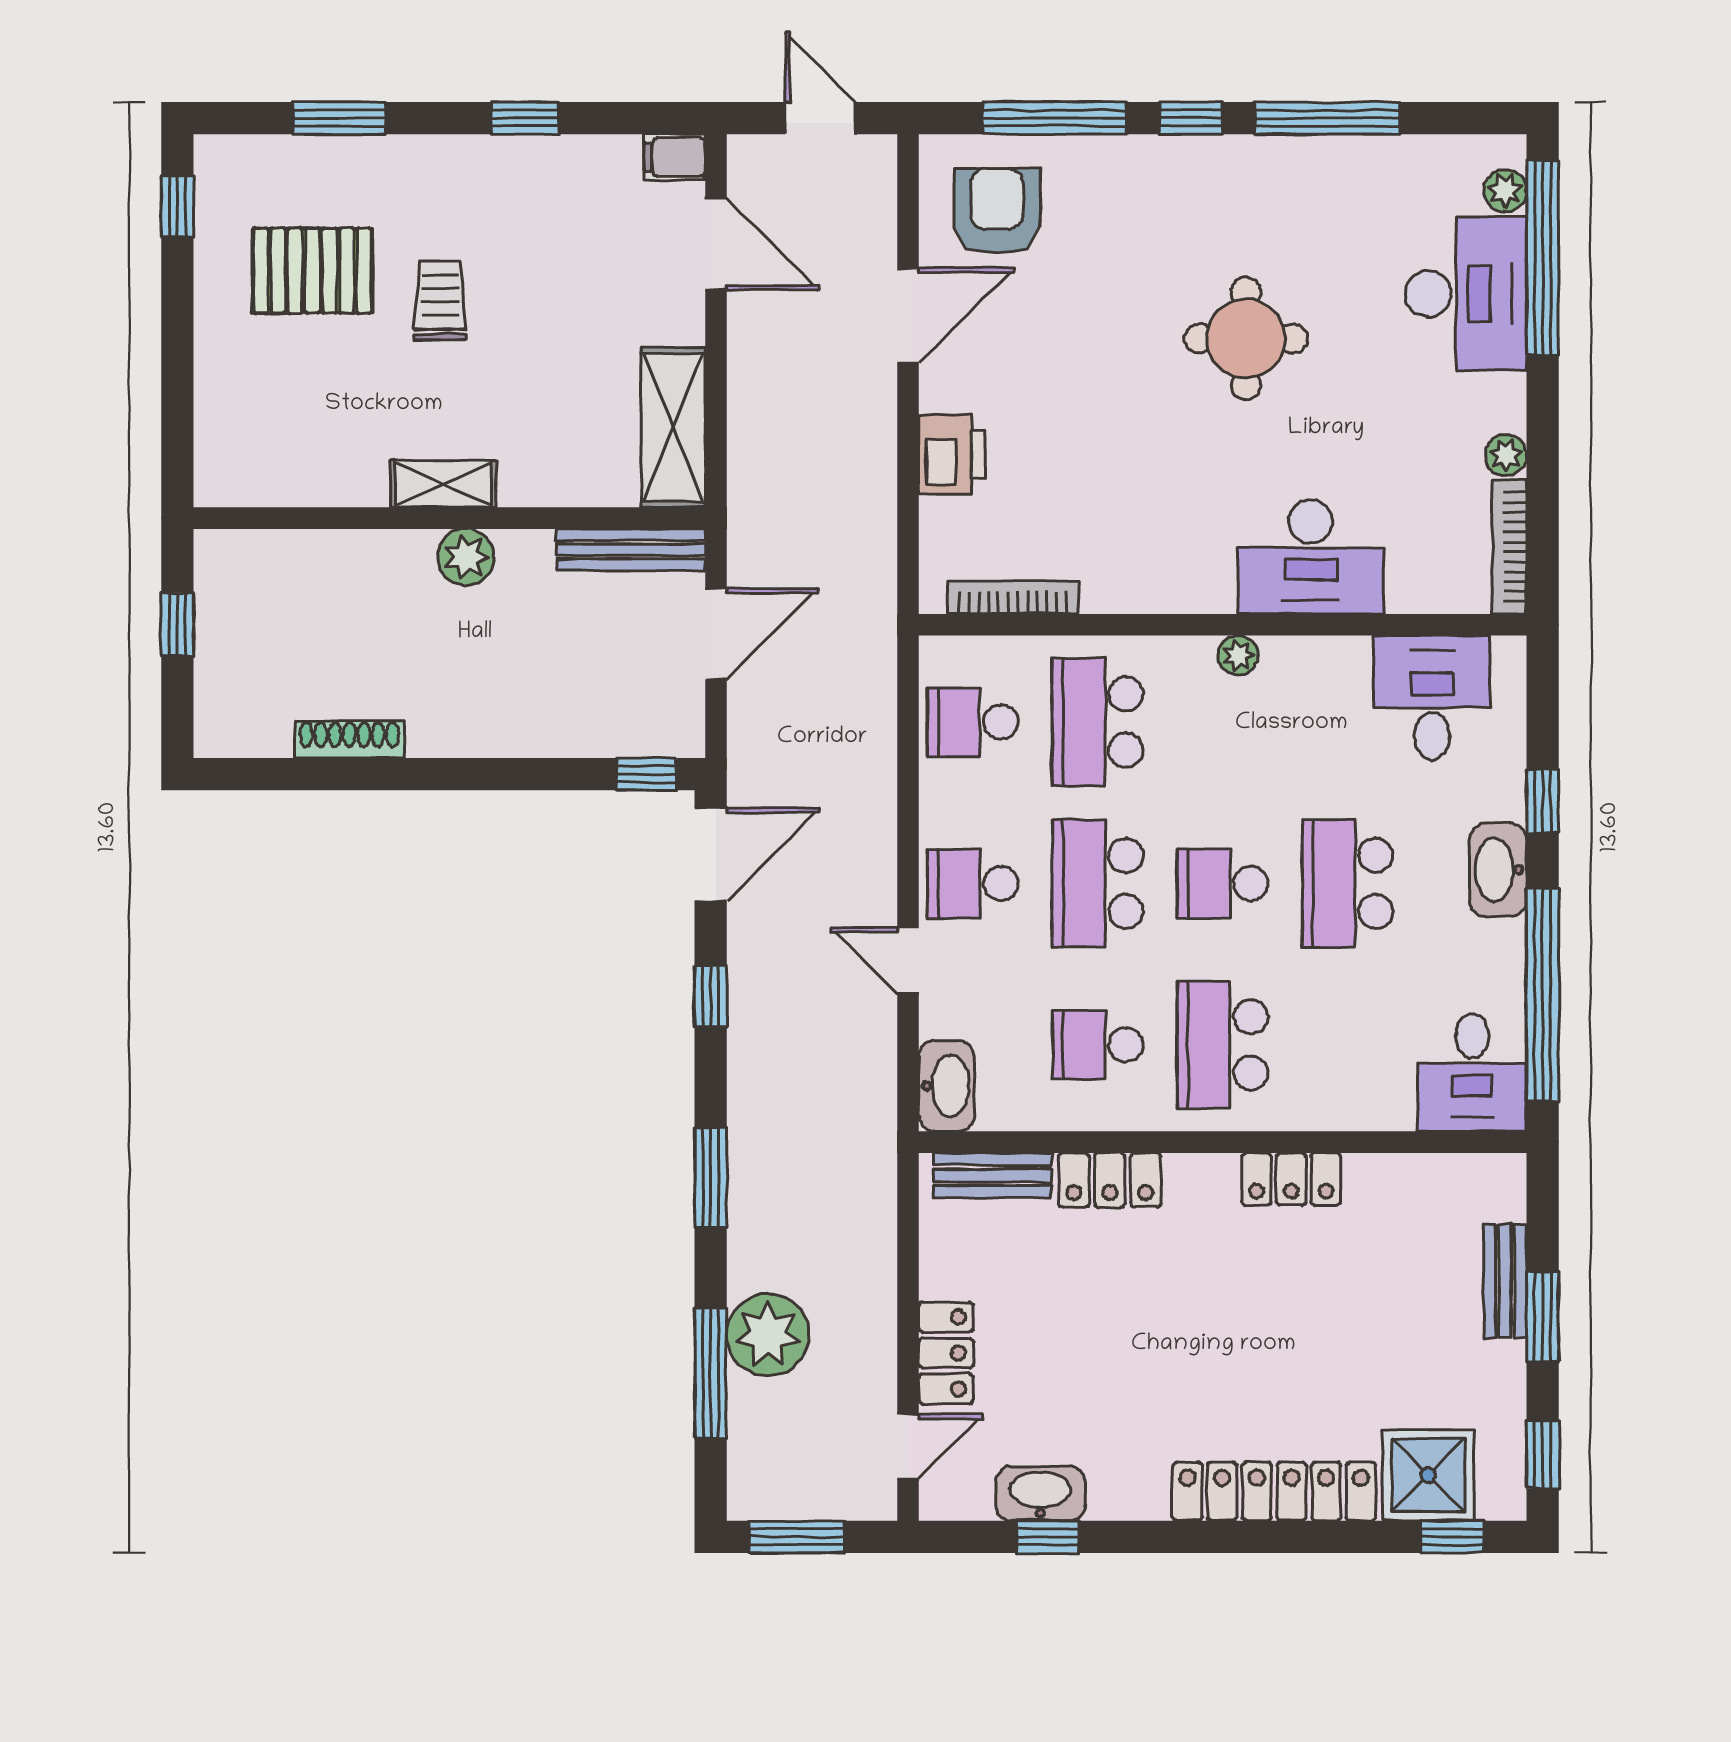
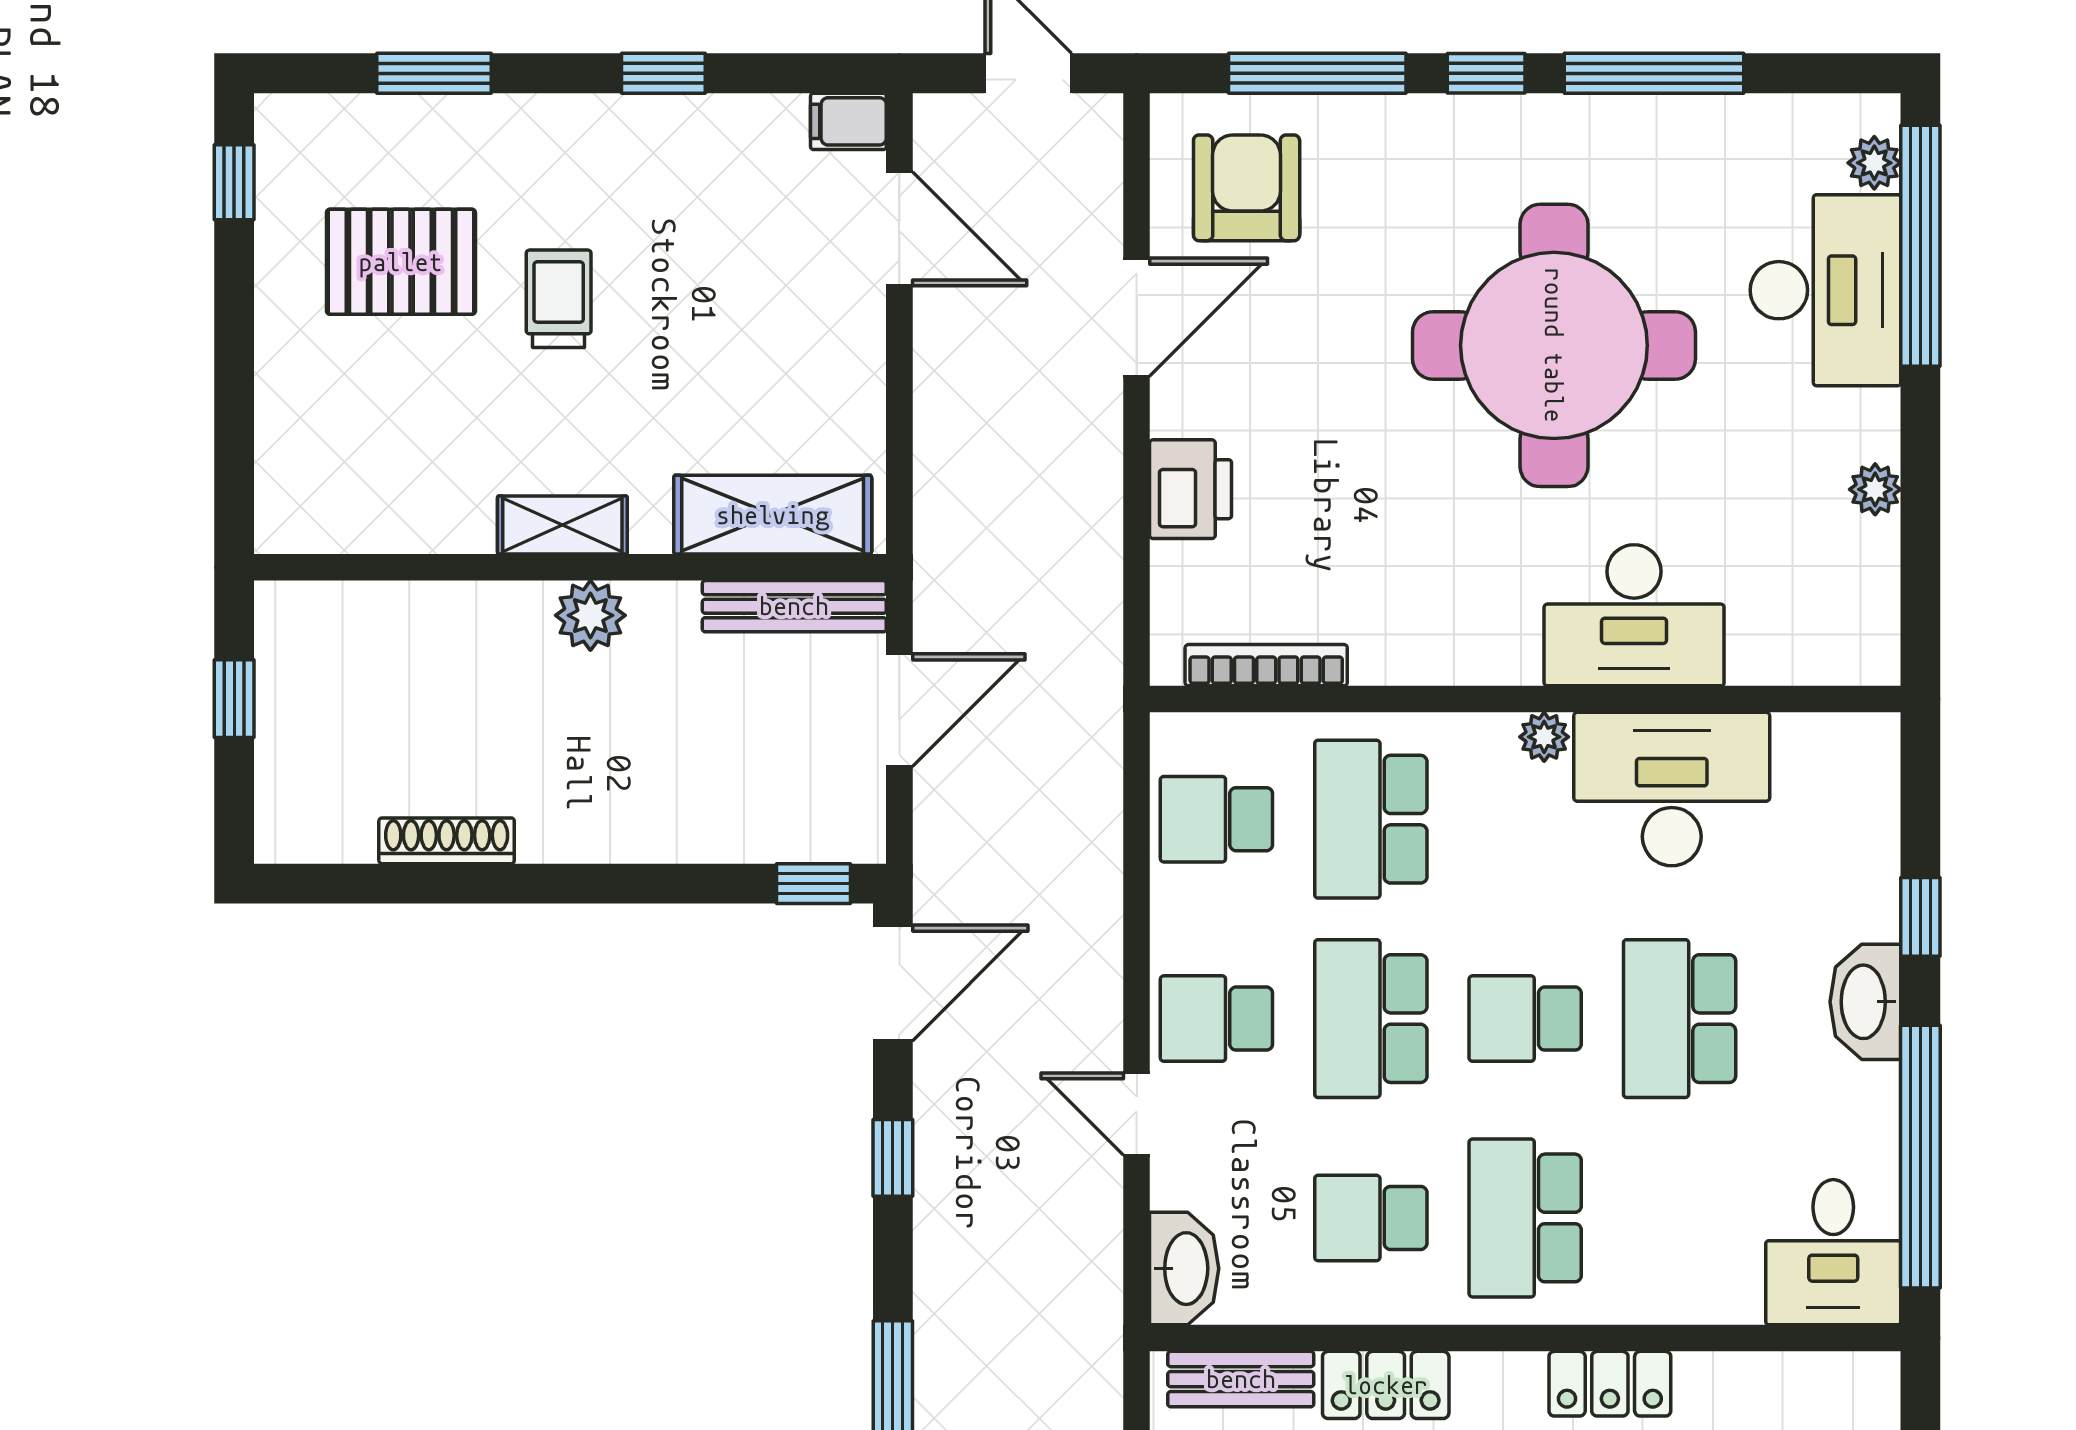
round table: (1246, 338) -> (1554, 345), width x1.86, depth x1.86
shelving: (673, 427) -> (773, 515), moved, turned 90
bookcase: (1510, 547) -> (1879, 603), removed
desk: (1432, 698) -> (1672, 789), moved, width x1.37

